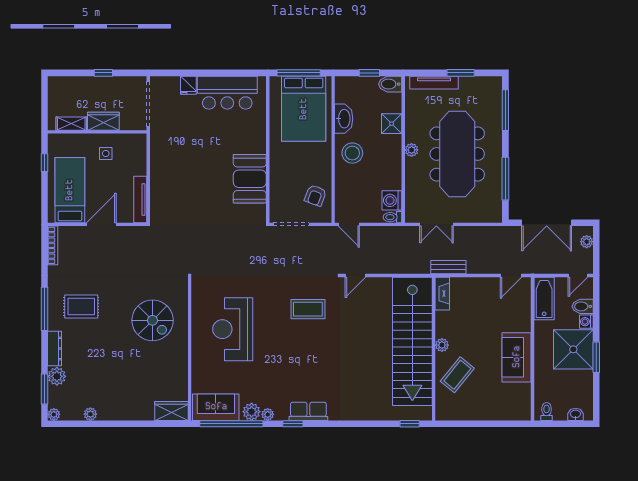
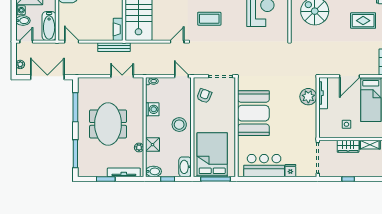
washbasin: (344, 119) -> (185, 167), moved
plant: (412, 150) -> (139, 147), moved
meeting table: (457, 154) -> (108, 124), width x0.73
booth: (250, 179) -> (253, 113), width x1.36, depth x1.42
plant: (162, 194) -> (308, 97), added
washing machine: (392, 200) -> (152, 109), moved
bench: (448, 267) -> (114, 47), width x1.36
door: (511, 275) -> (72, 42), hinge flipped

